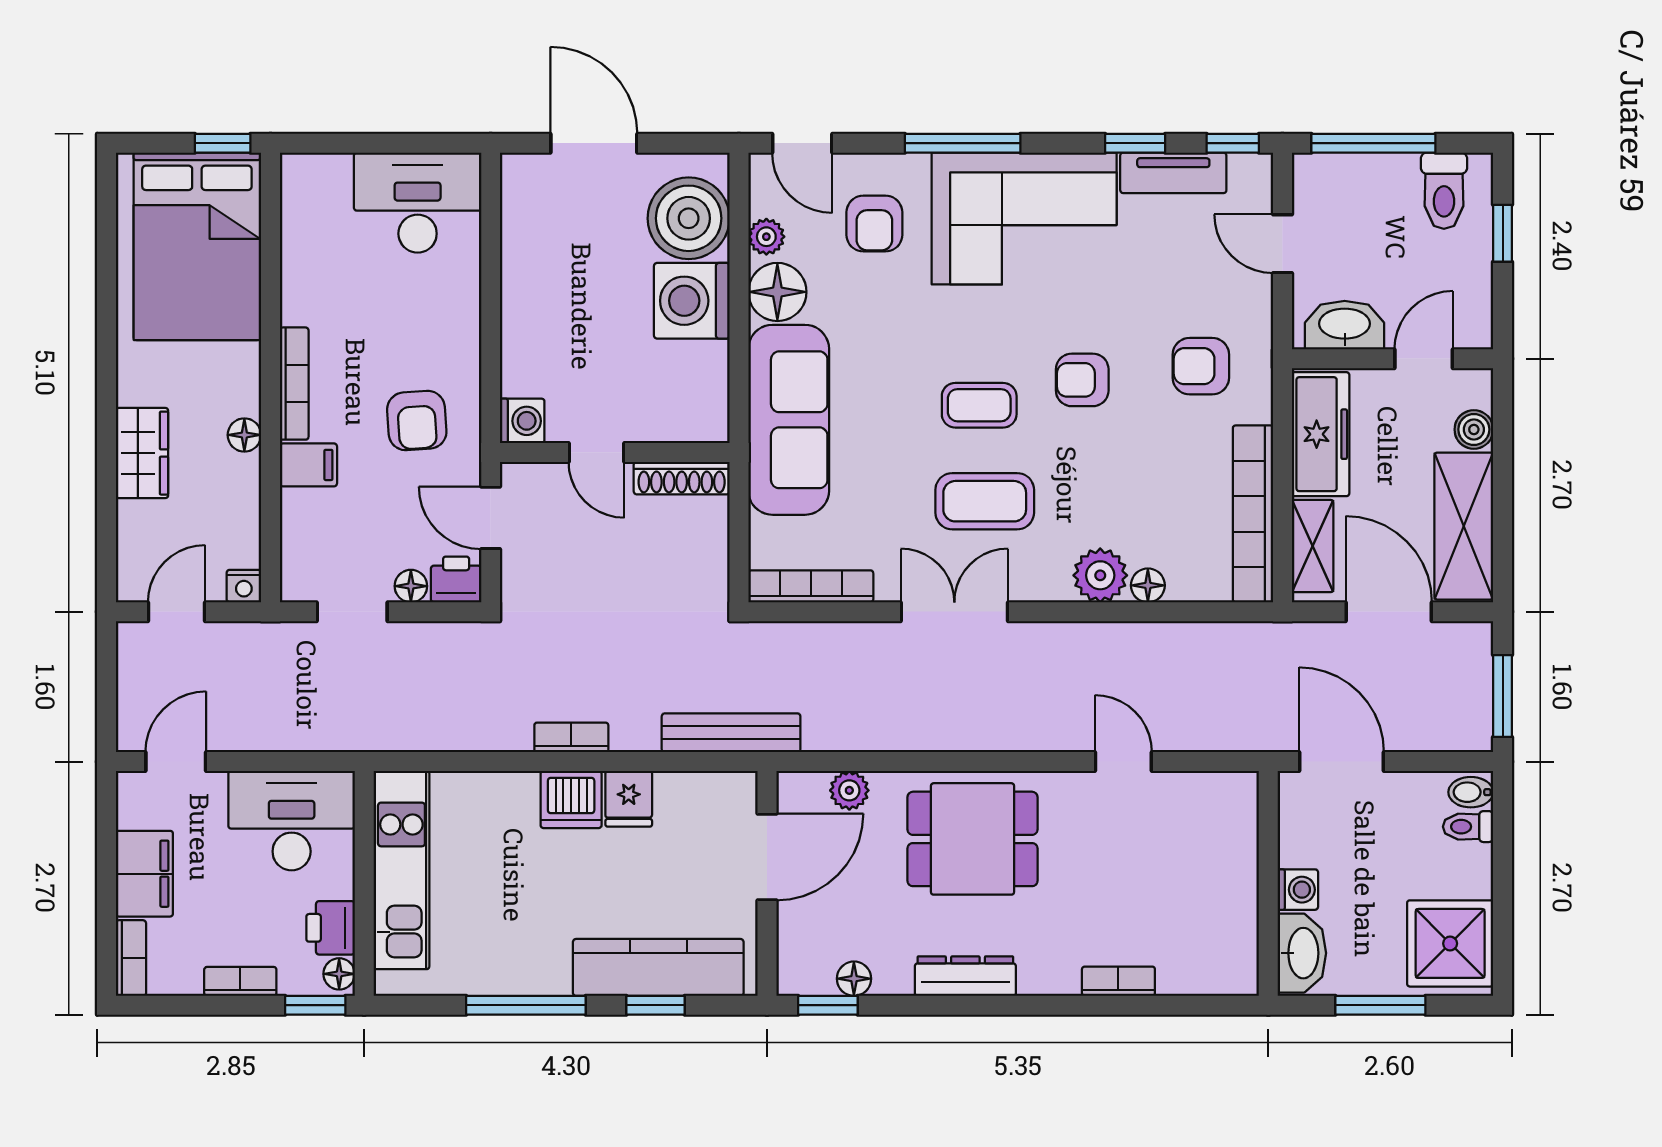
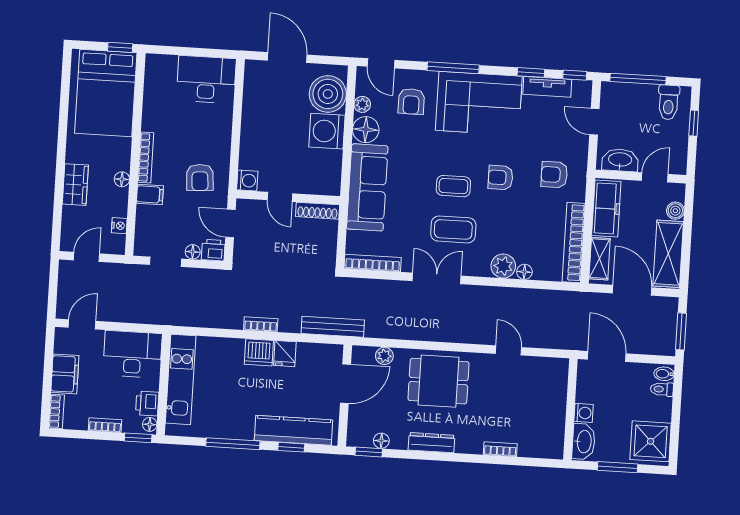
nightstand: (244, 586) -> (119, 226), moved, turned -90

